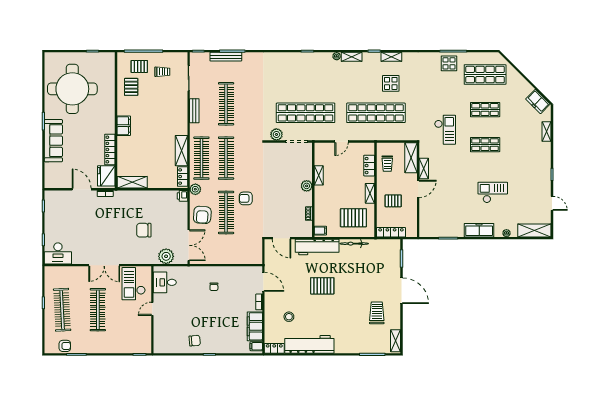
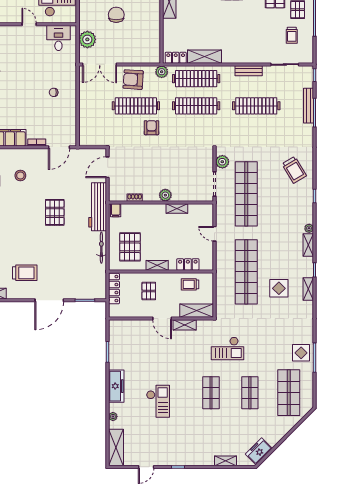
trolley: (284, 70) -> (294, 170), added
printer: (183, 196) -> (154, 58), removed

